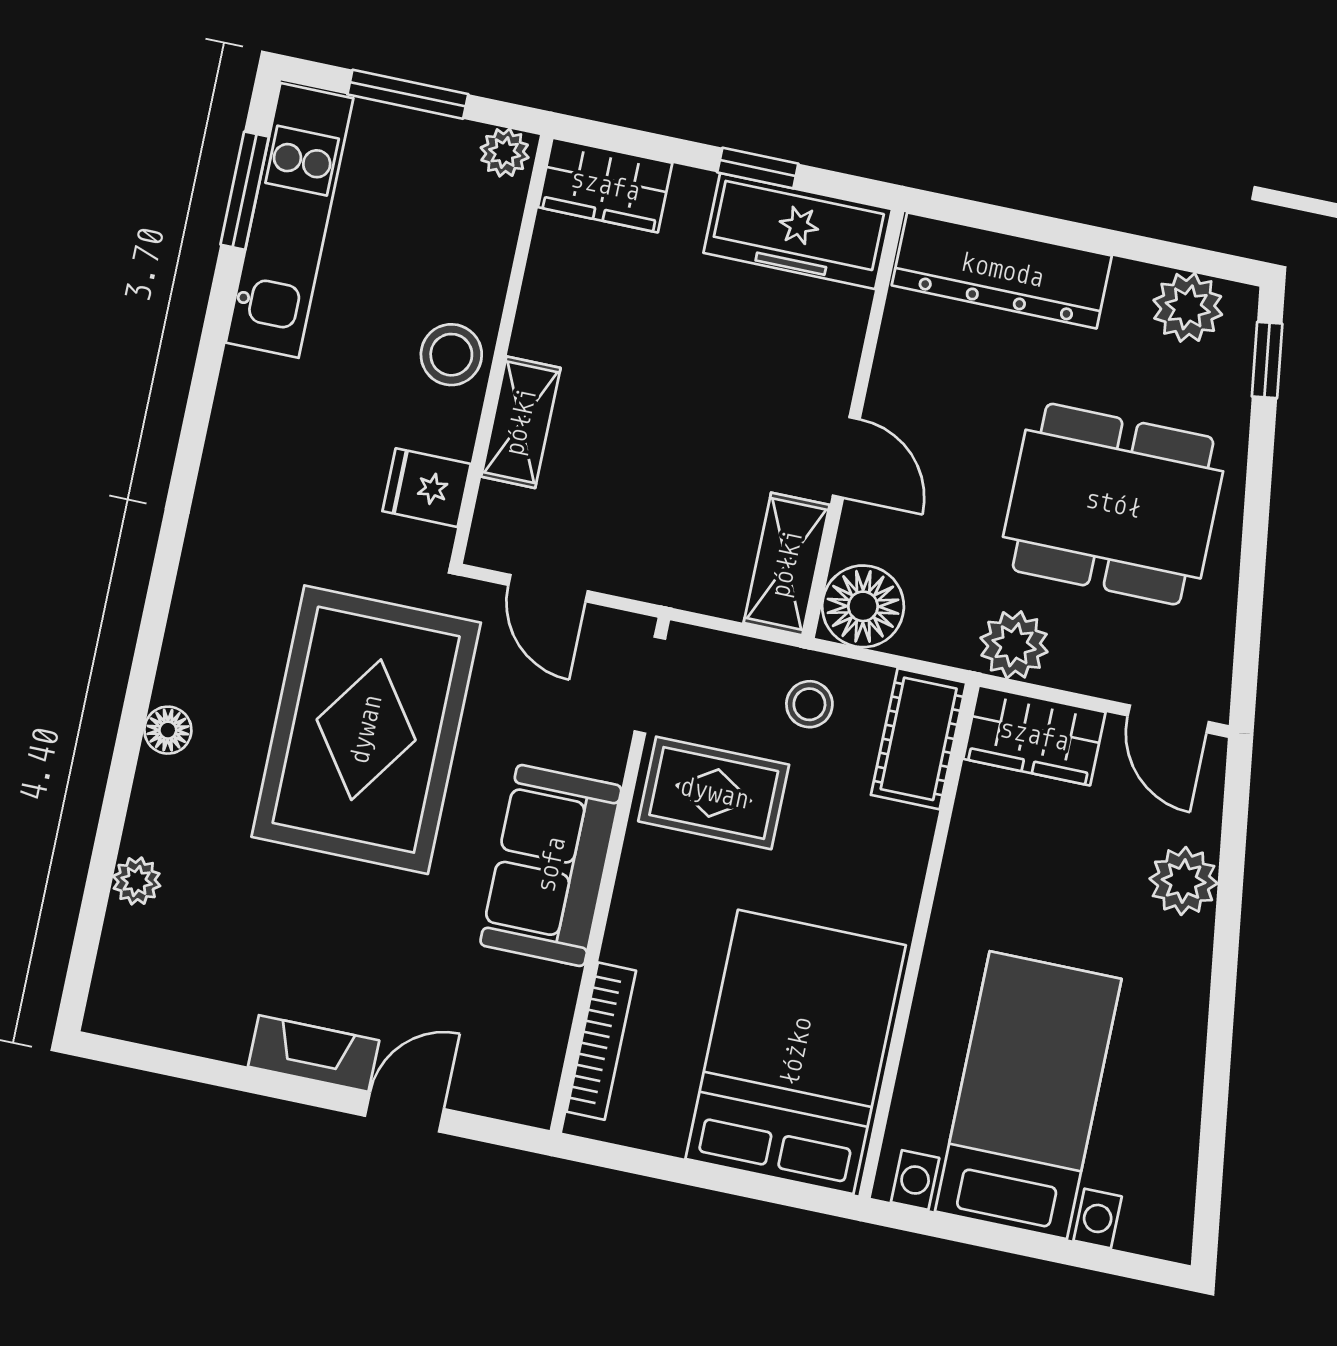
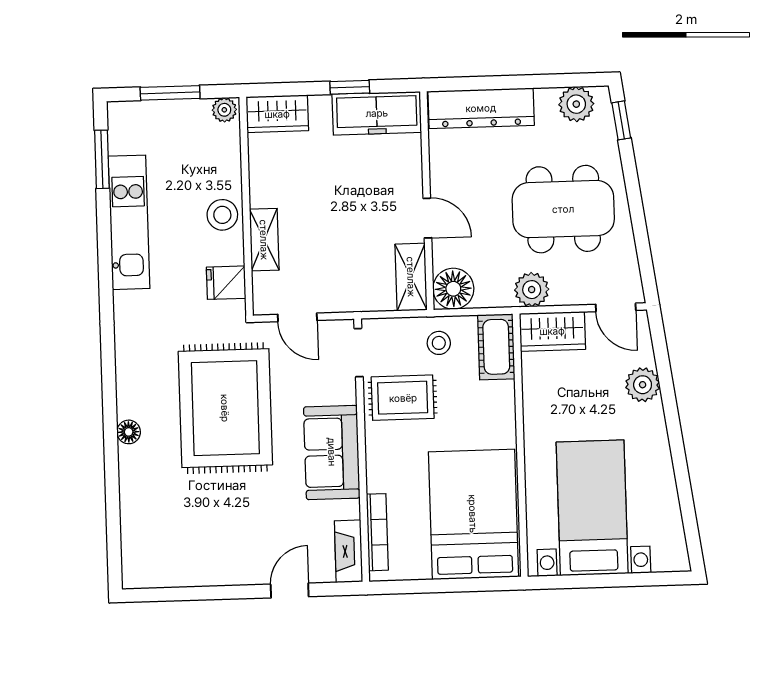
kitchen unit: (289, 220) -> (129, 222), moved
plant: (137, 881) -> (131, 509), removed
fireplace: (314, 1054) -> (348, 551), moved, turned -90

